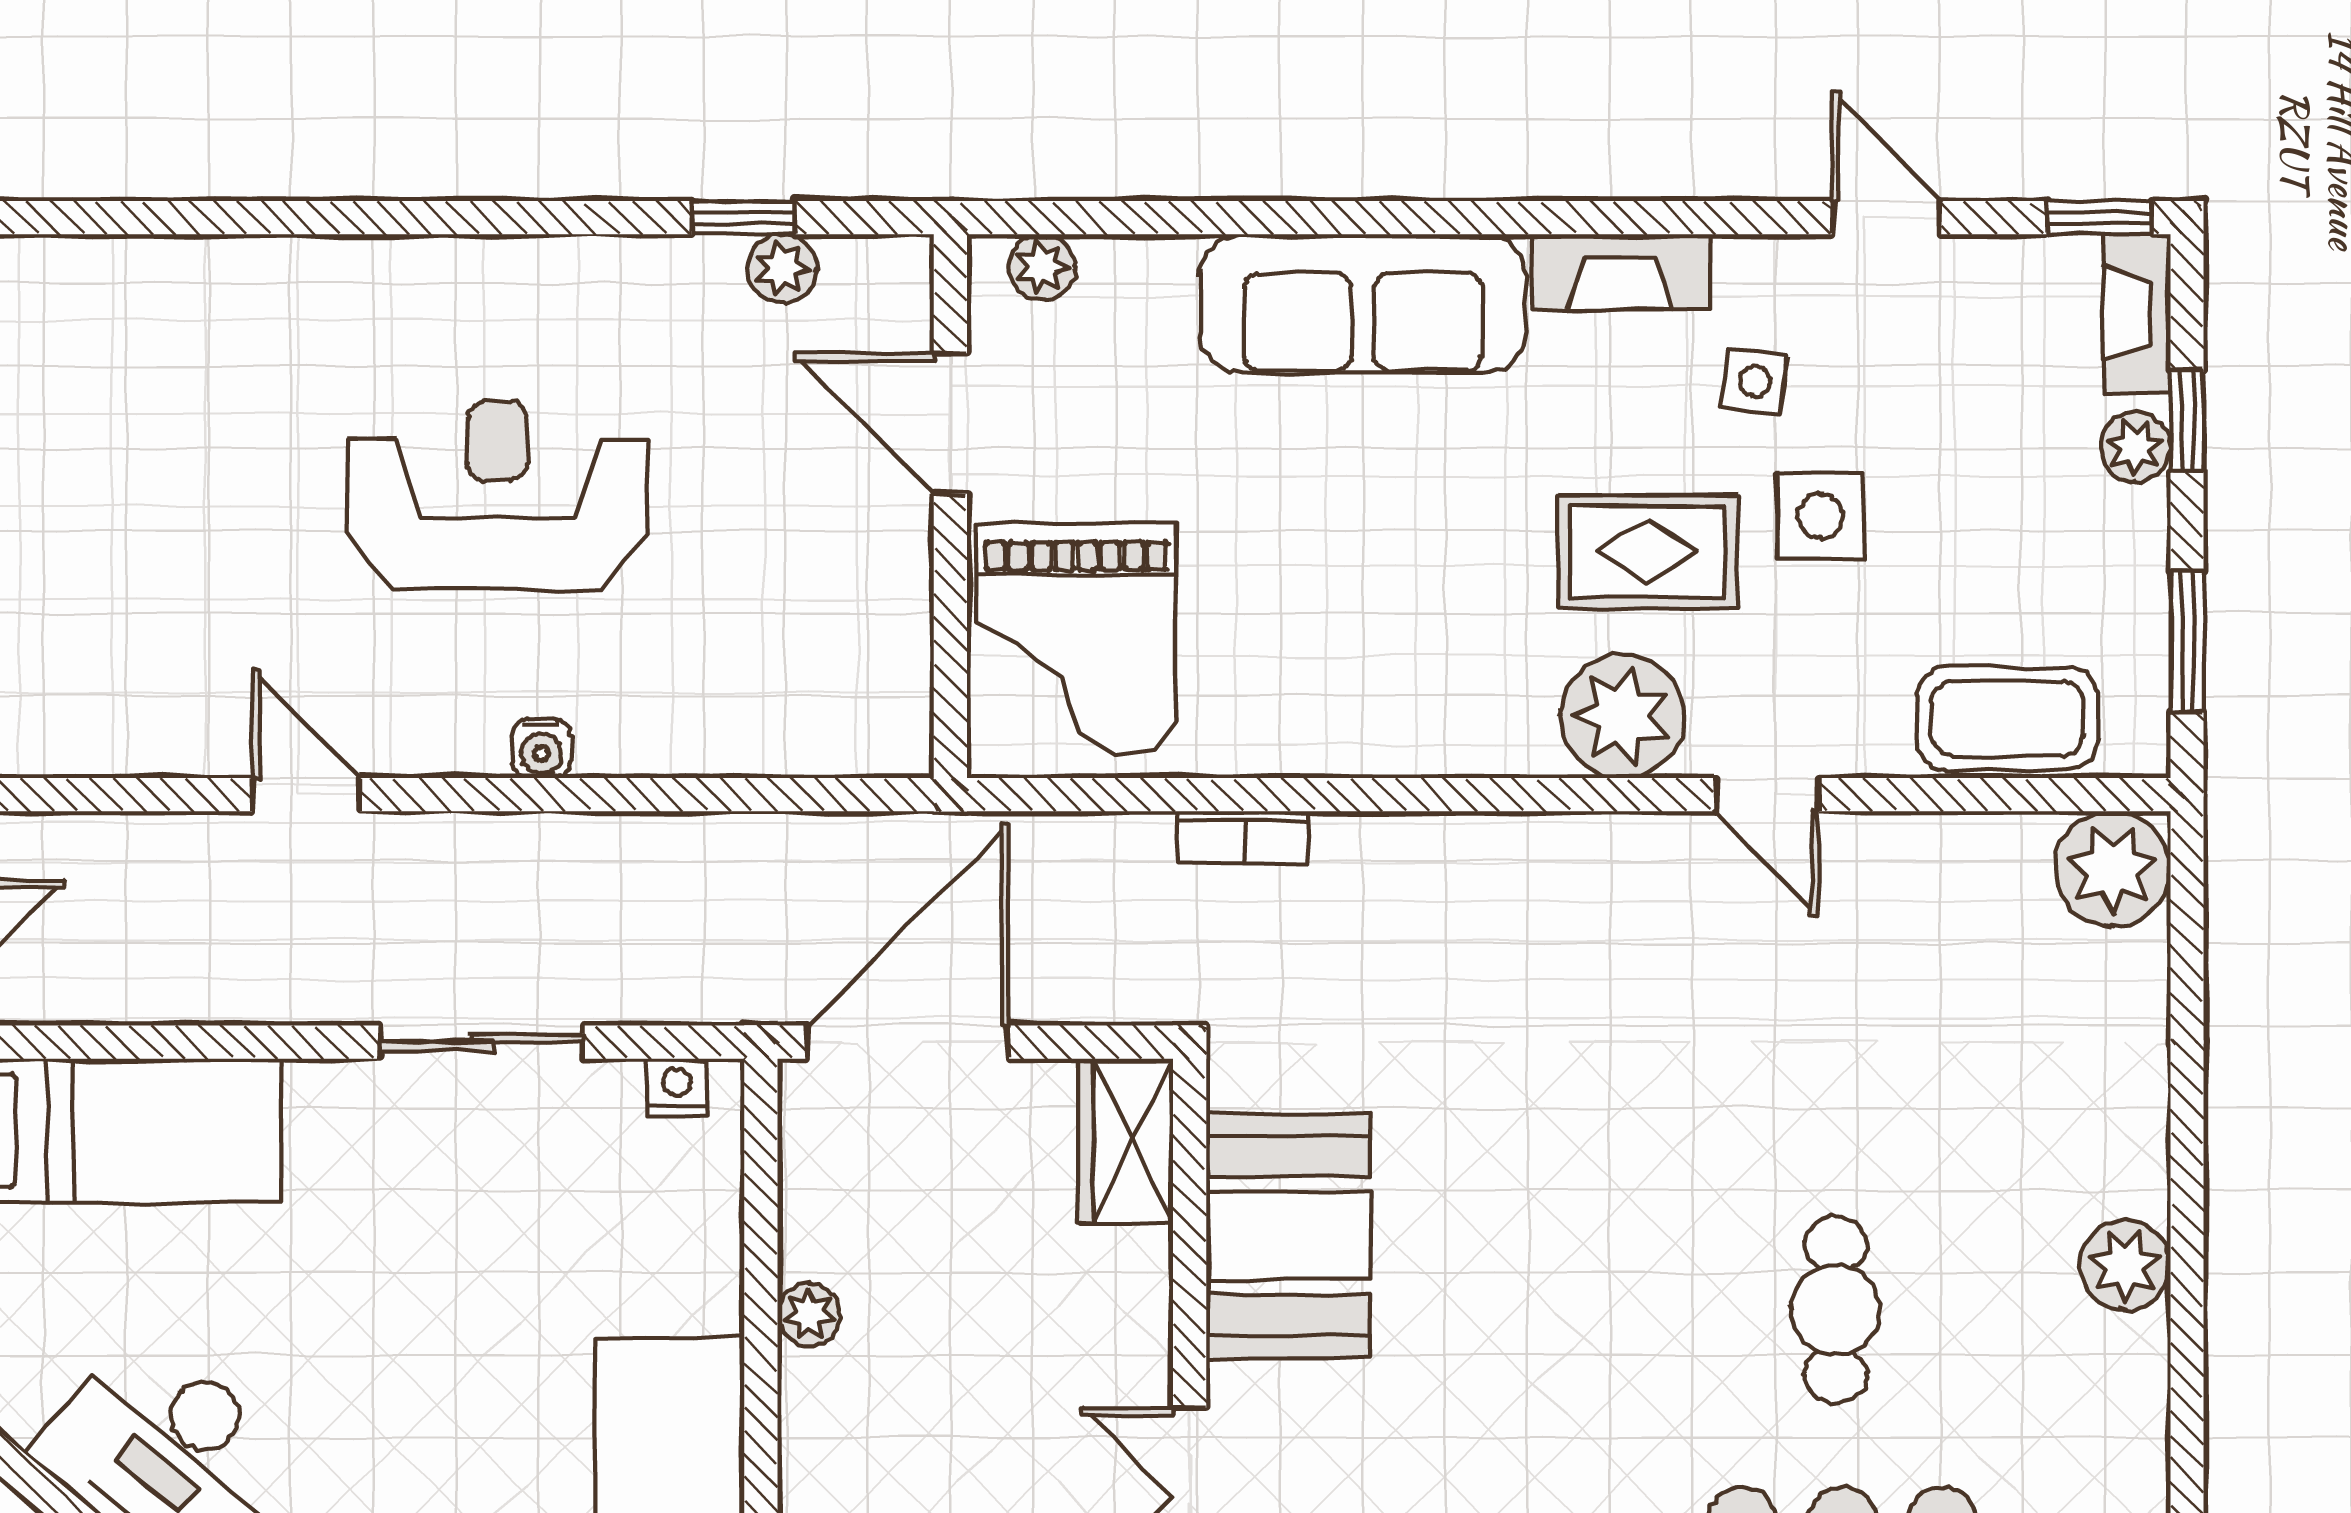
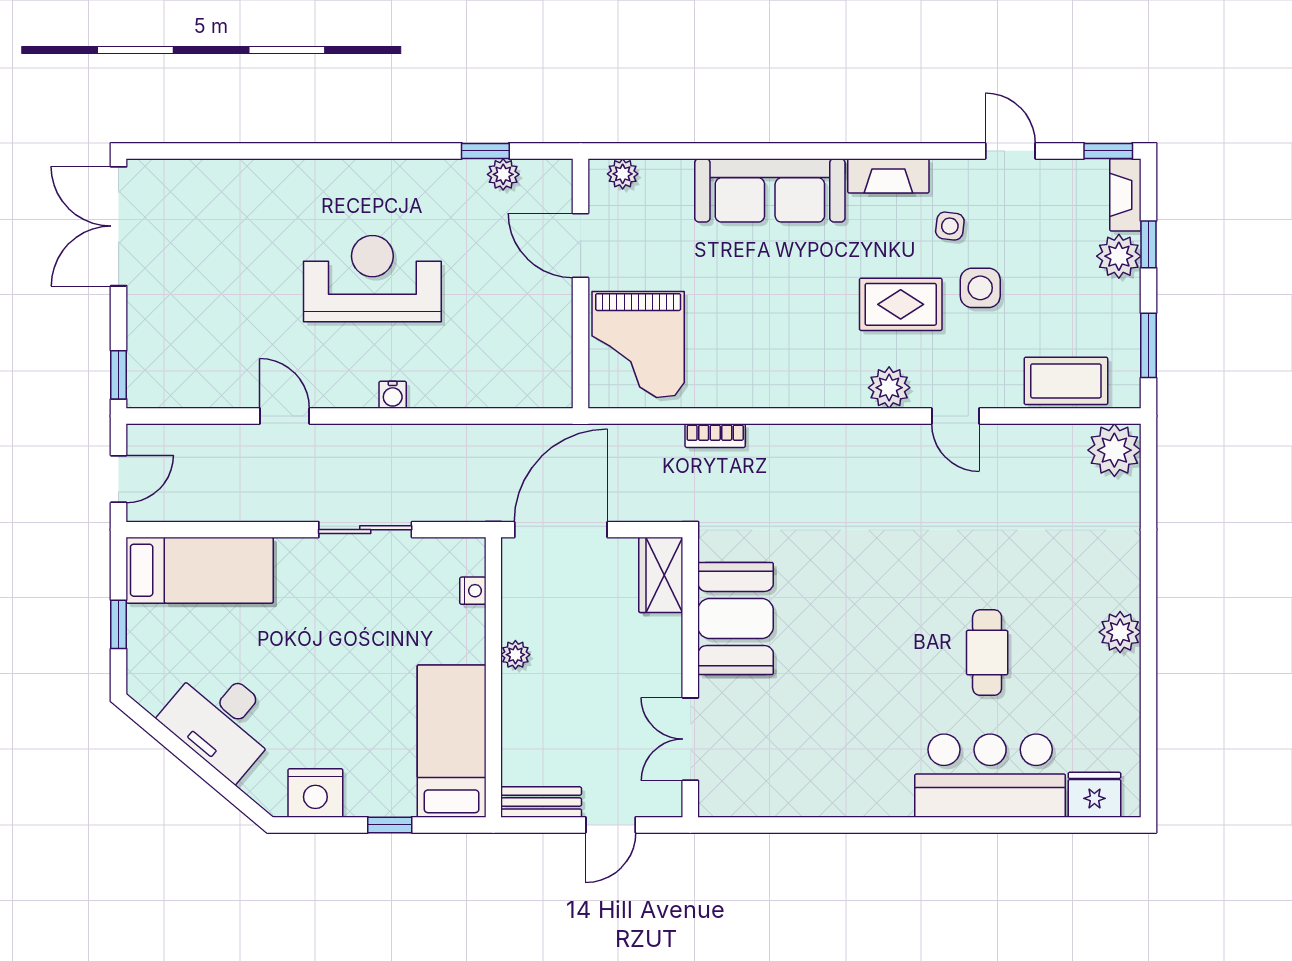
plant: (2136, 447) -> (1119, 256), width x1.38, depth x1.38
plant: (1622, 716) -> (889, 388), width x0.73, depth x0.73
nightstand: (677, 1087) -> (473, 591), moved, turned 90

